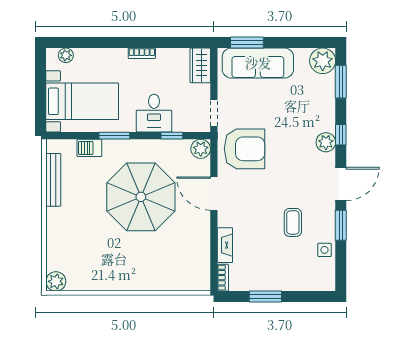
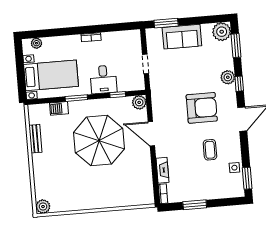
sofa: (258, 63) -> (182, 37), width x0.73
wardrobe: (200, 65) -> (134, 42), removed
doorway: (214, 113) -> (146, 64), moved
plant: (326, 142) -> (228, 77), moved
armchair: (245, 149) -> (202, 108), moved
bench: (53, 180) -> (35, 139), width x0.73
window: (341, 225) -> (247, 178), moved

